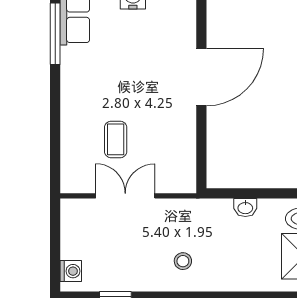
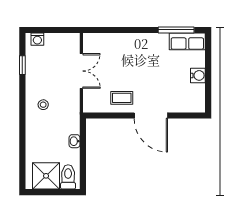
coffee table: (116, 139) -> (122, 98), moved

